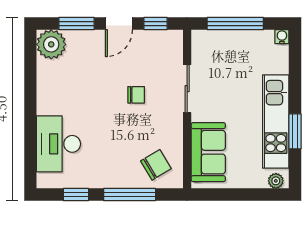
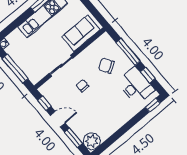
desk: (59, 144) -> (136, 86), moved, turned -90
chair: (156, 165) -> (106, 66), moved
window: (30, 167) -> (153, 105), added

